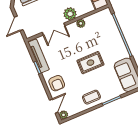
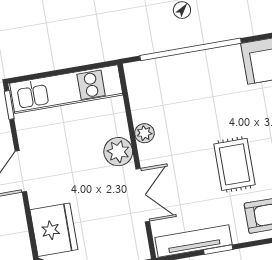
rug: (90, 63) -> (234, 164), moved

